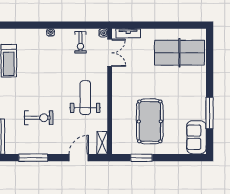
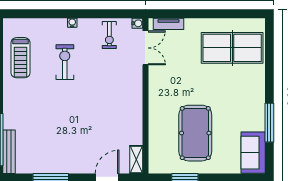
weight bench: (85, 98) -> (115, 104), removed
exercise bike: (39, 118) -> (65, 62), moved, turned -90

